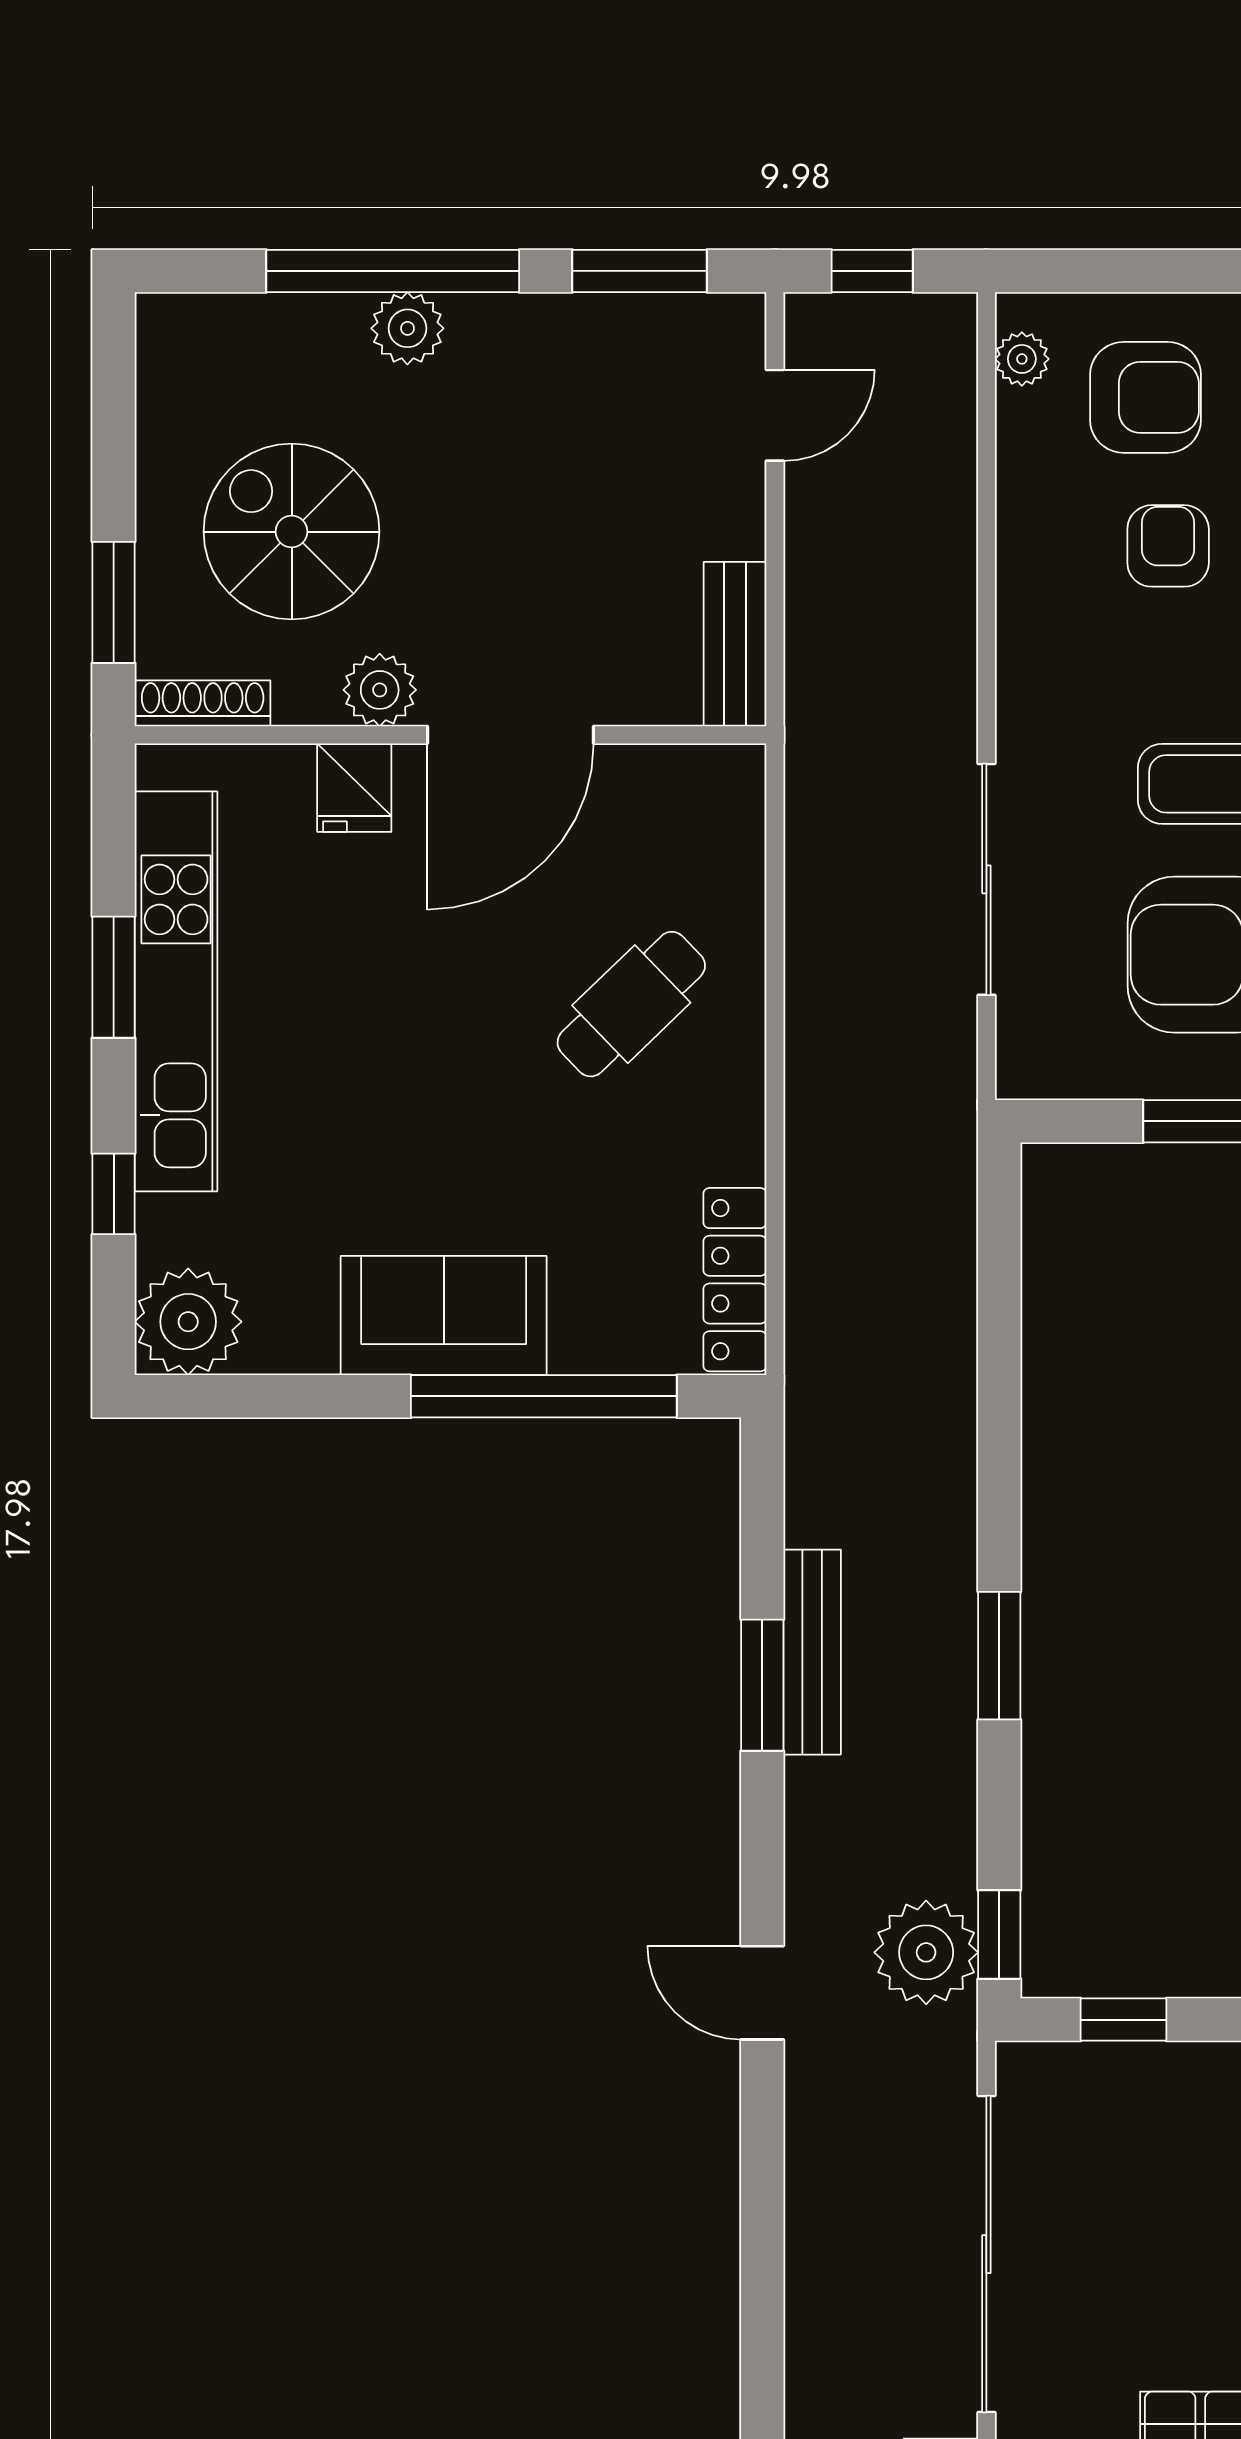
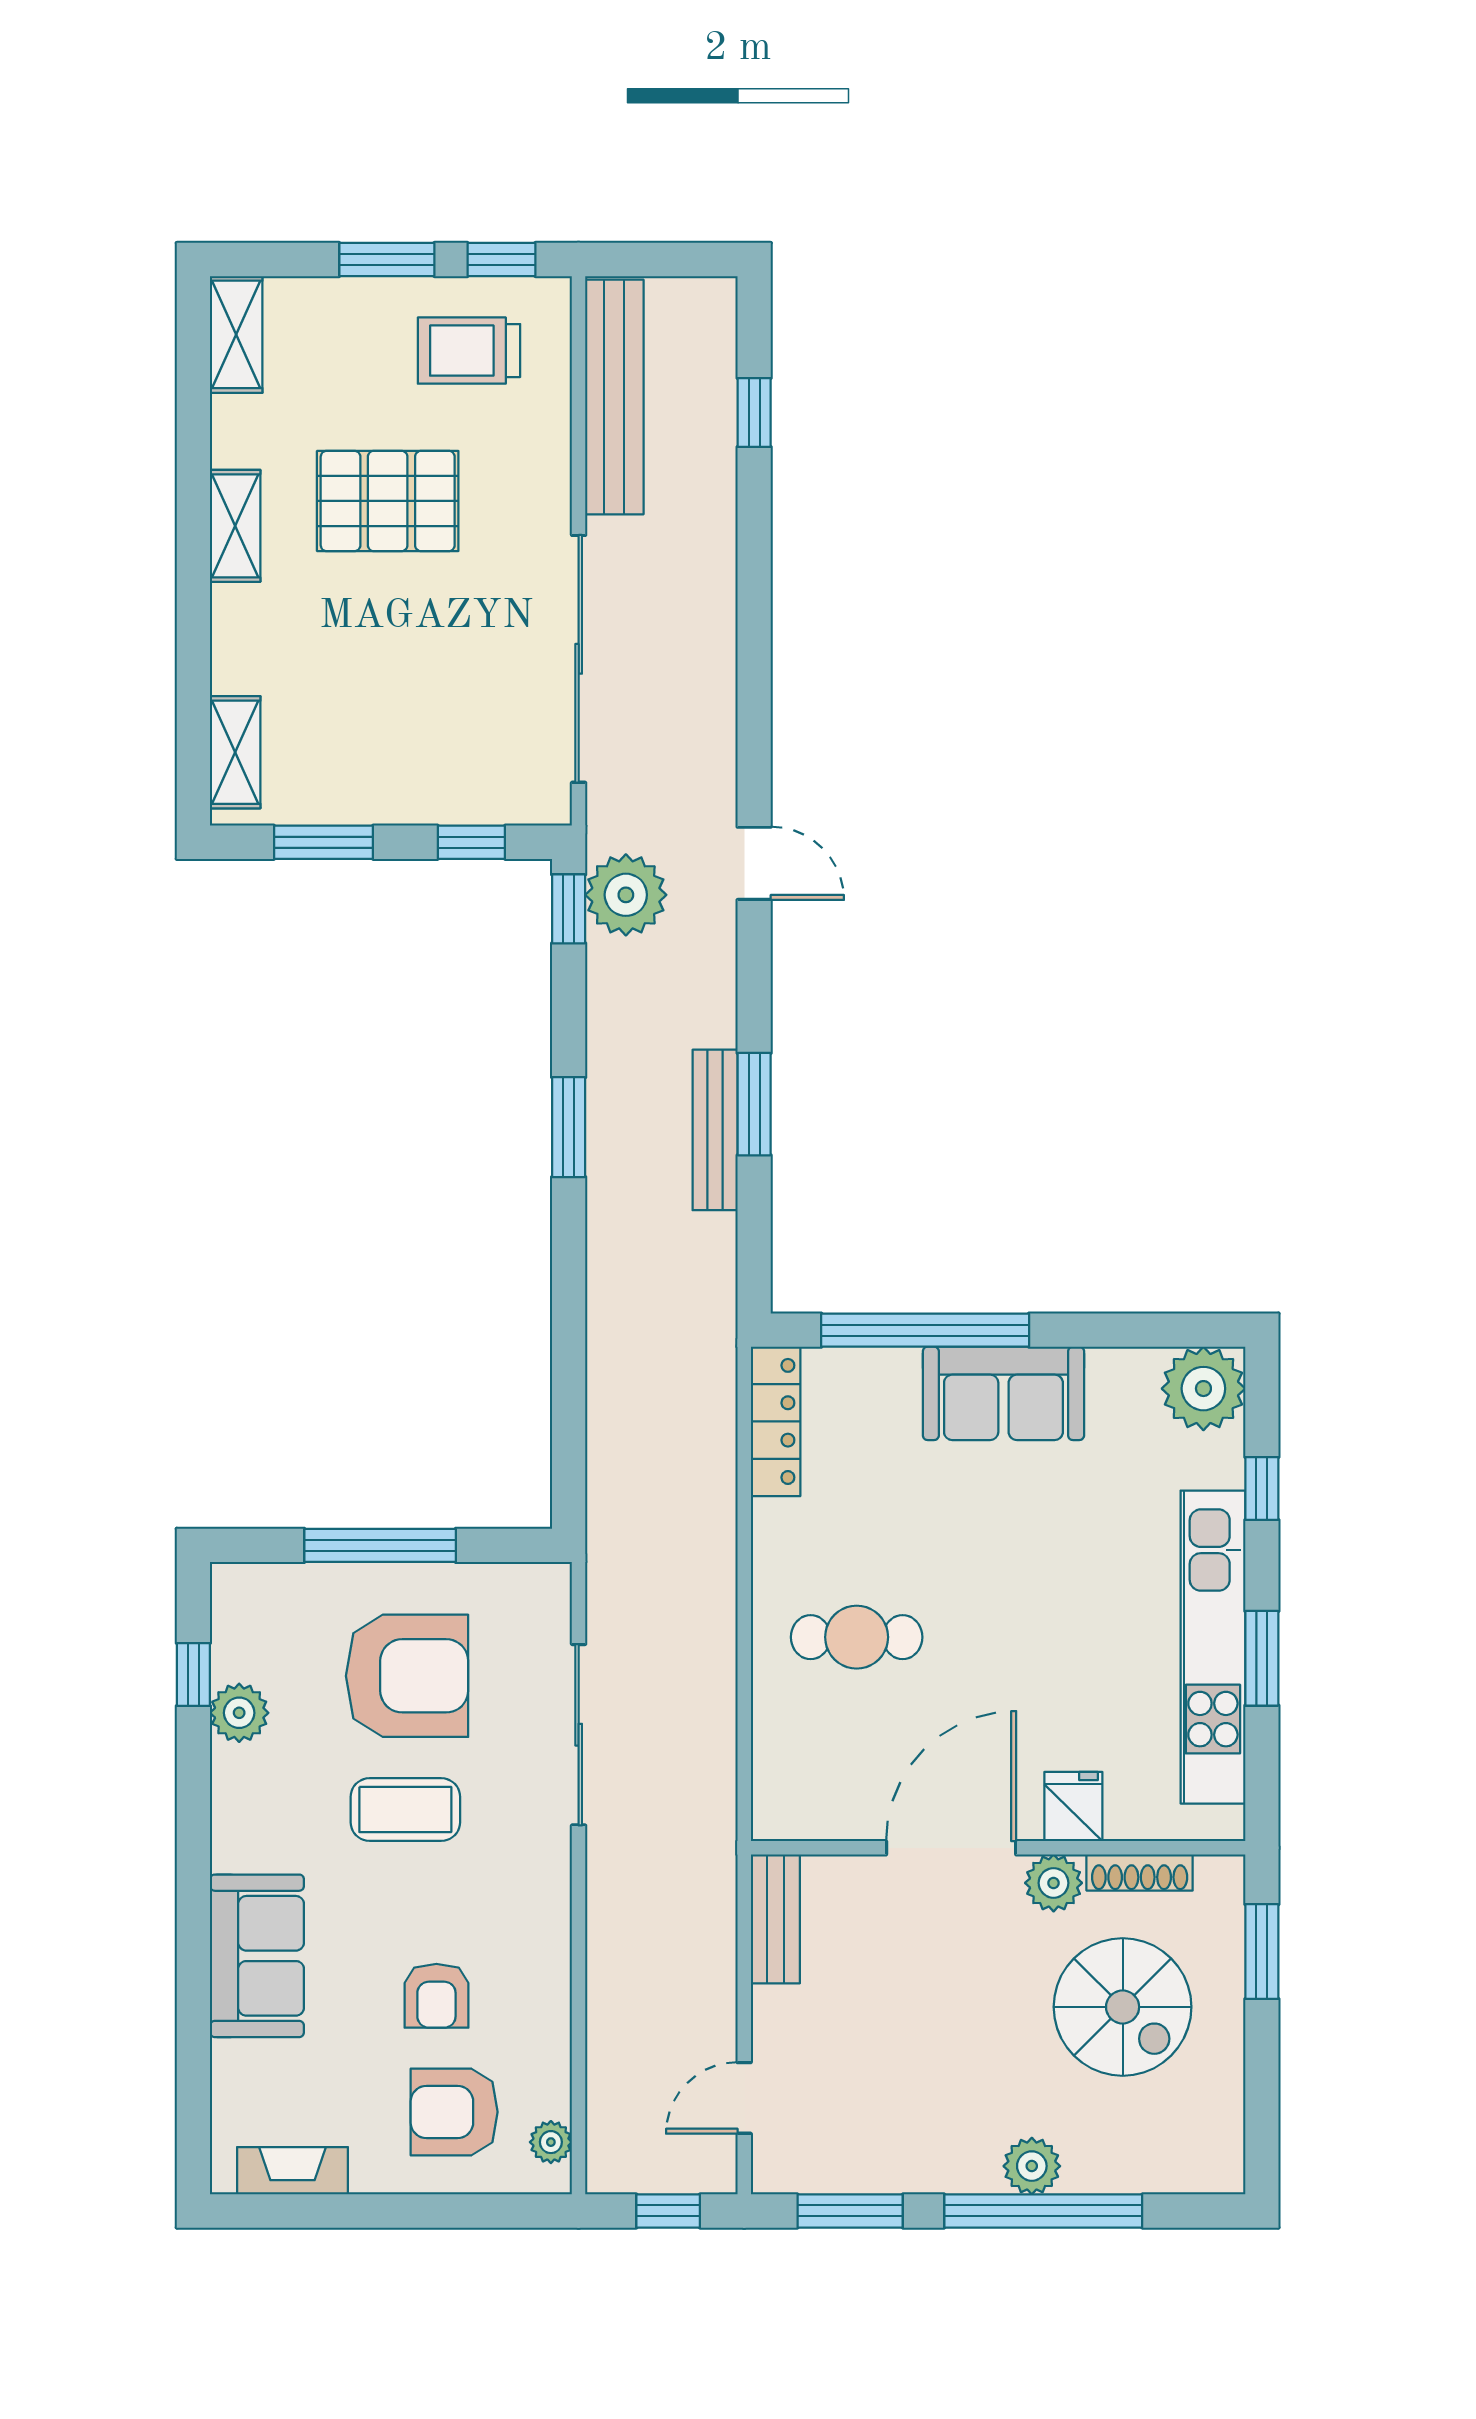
shoe rack: (203, 703) -> (1140, 1873), moved
cafe table: (631, 1004) -> (857, 1637), turned 44

